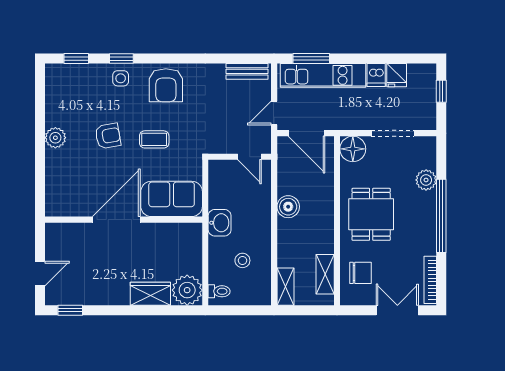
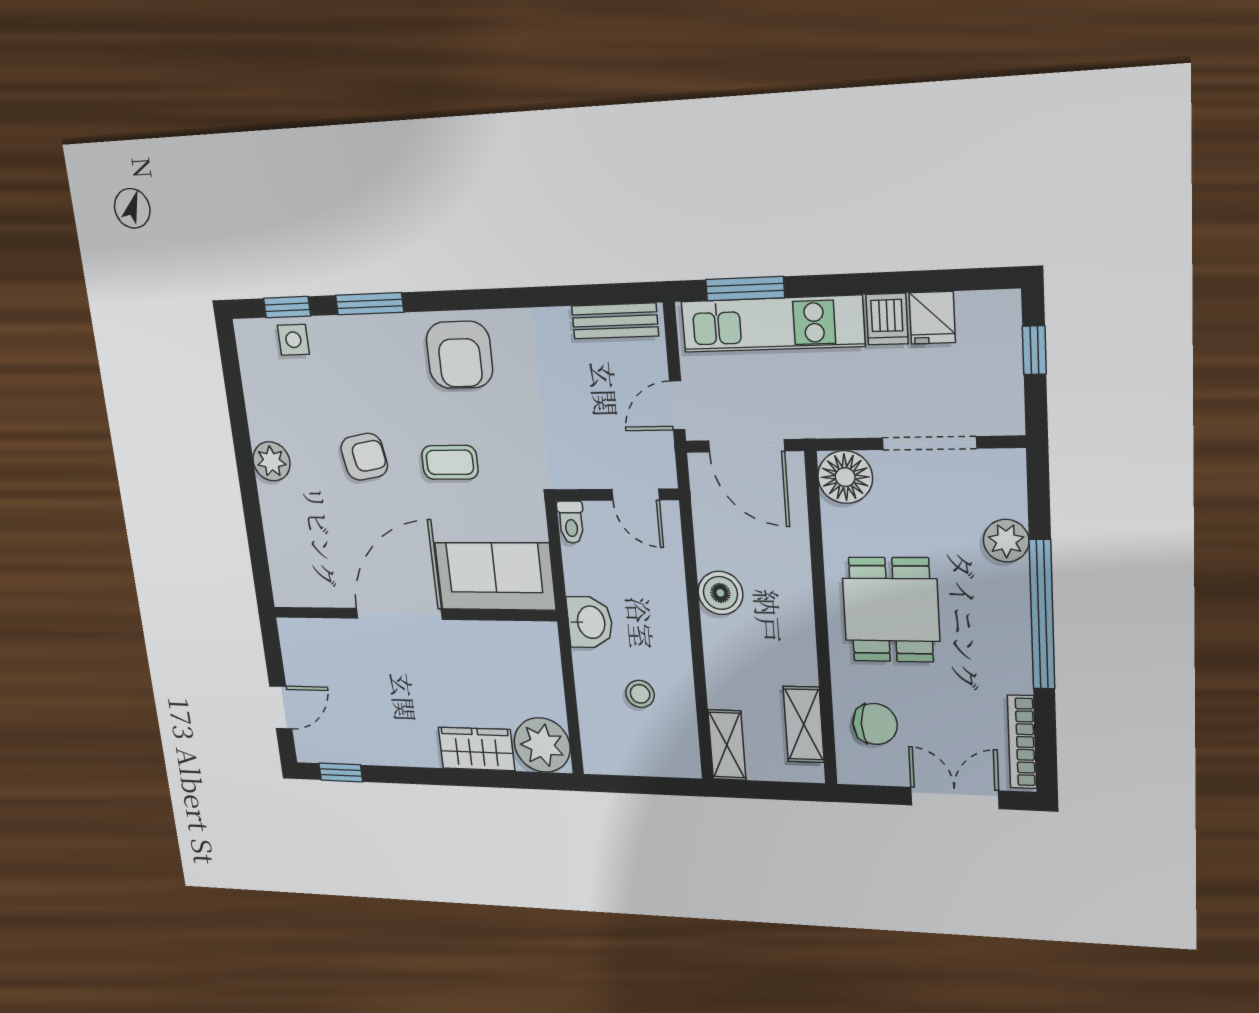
window: (121, 58) -> (369, 304), width x1.50
side table: (121, 78) -> (293, 340), moved
toilet: (219, 291) -> (571, 522), moved, turned 90

